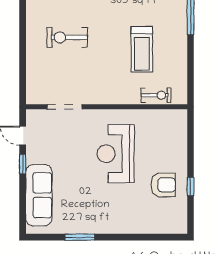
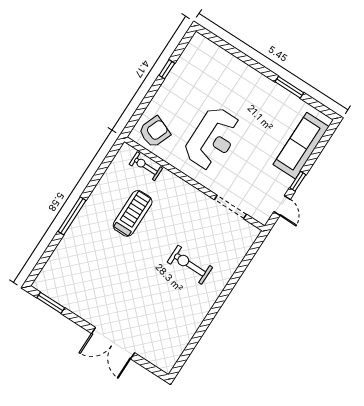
exercise bike: (67, 37) -> (190, 265), turned 180
armchair: (163, 185) -> (154, 132), moved, turned 112

